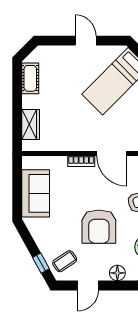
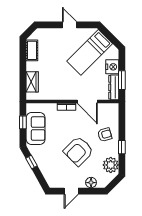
window: (17, 184) -> (23, 122), added
armchair: (99, 227) -> (78, 151), turned 45
coffee table: (65, 261) -> (55, 175), removed
window: (41, 263) -> (31, 162), moved

